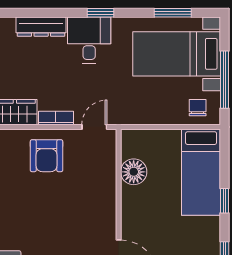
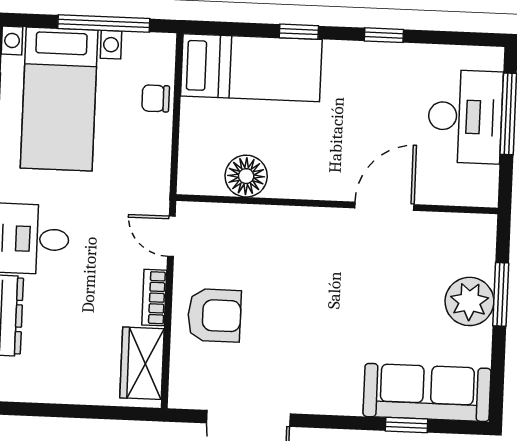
chair: (198, 108) -> (156, 98), moved

